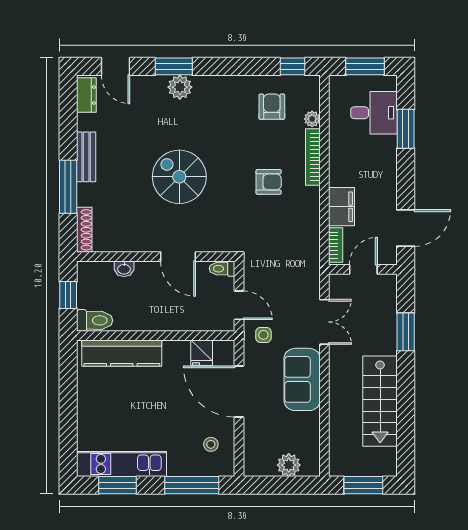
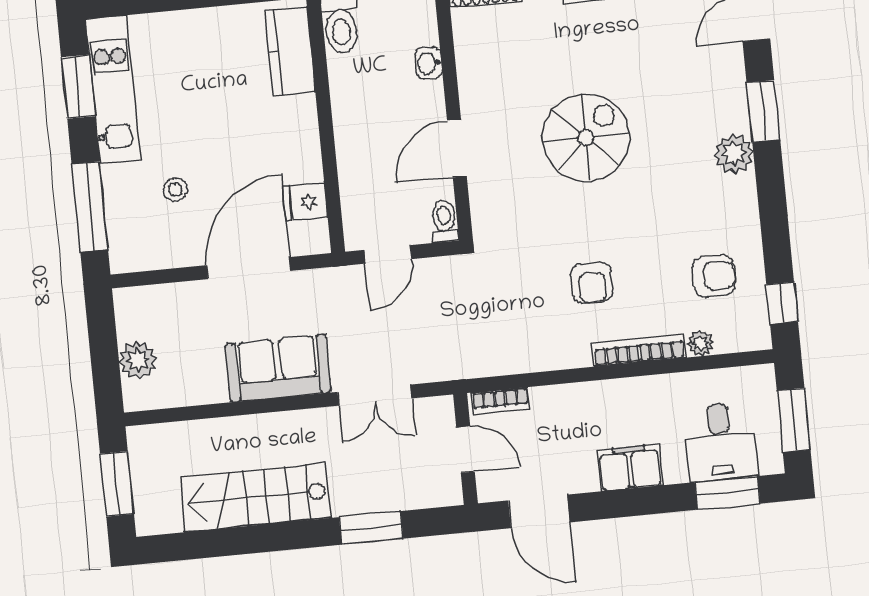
plant: (180, 87) -> (734, 154), moved
window: (406, 129) -> (727, 493), moved
filing cabinet: (342, 207) -> (630, 468), moved, turned 180
side table: (263, 335) -> (344, 299), removed
kitchen counter: (122, 353) -> (290, 51), width x0.67
stool: (211, 444) -> (175, 190), moved

